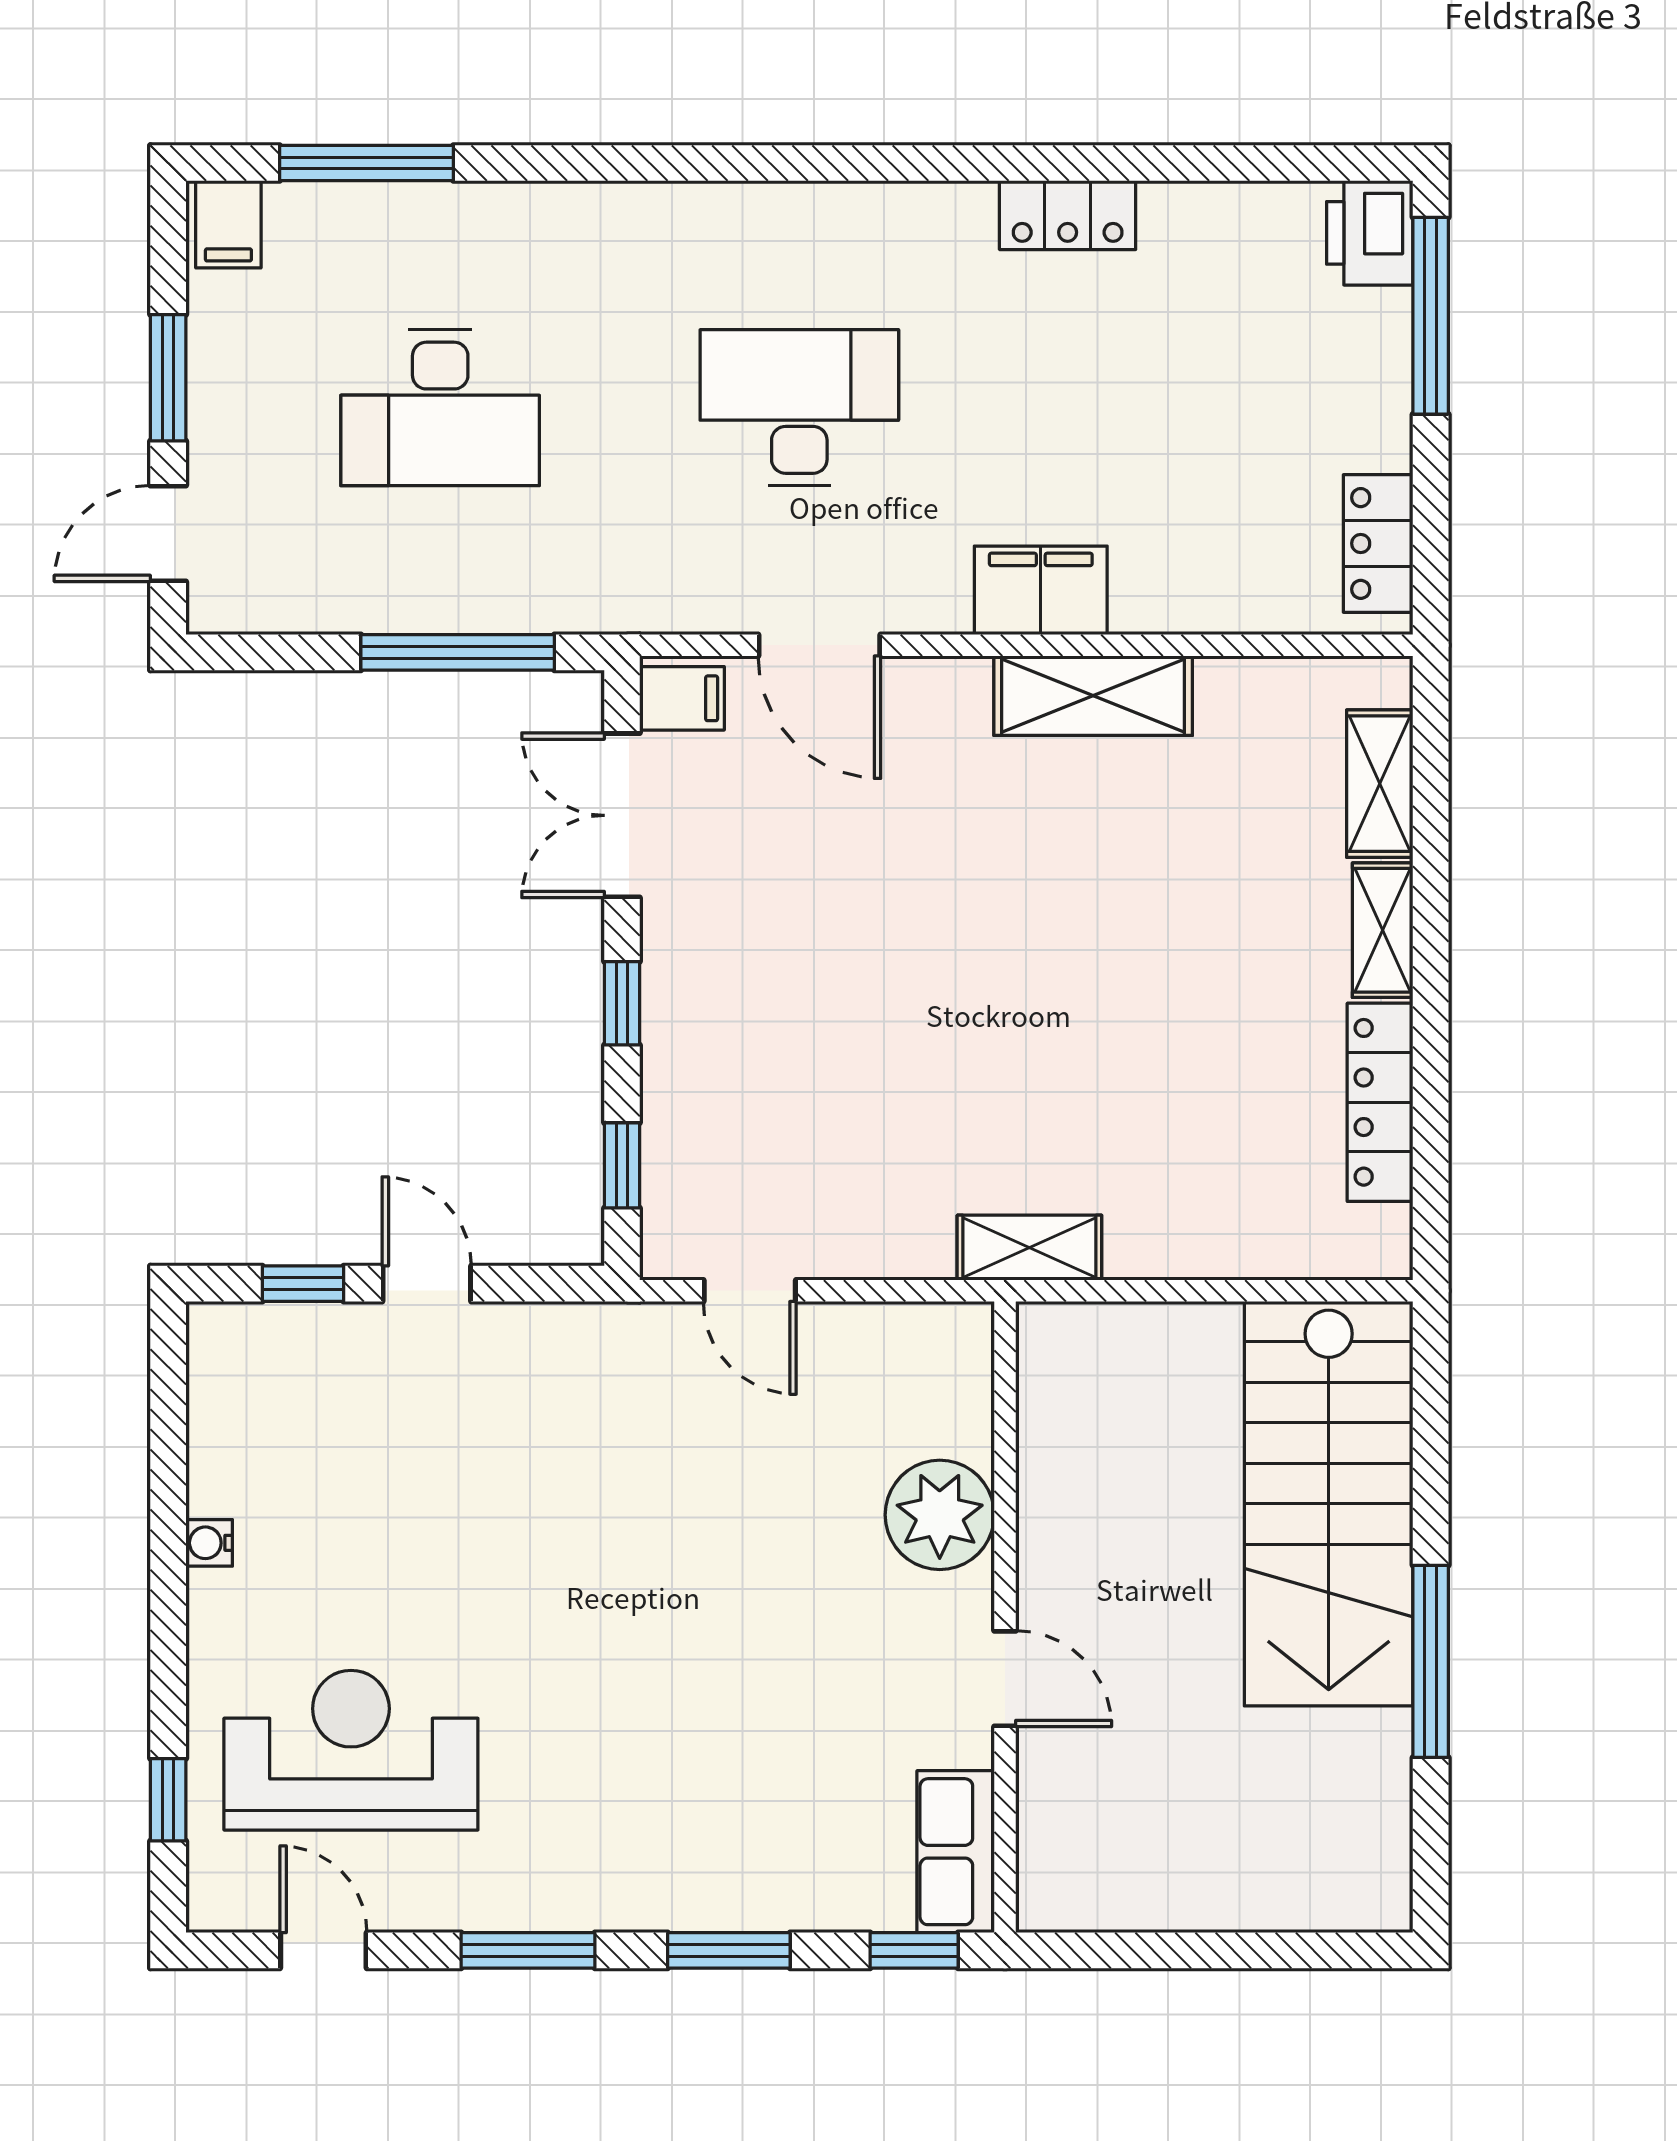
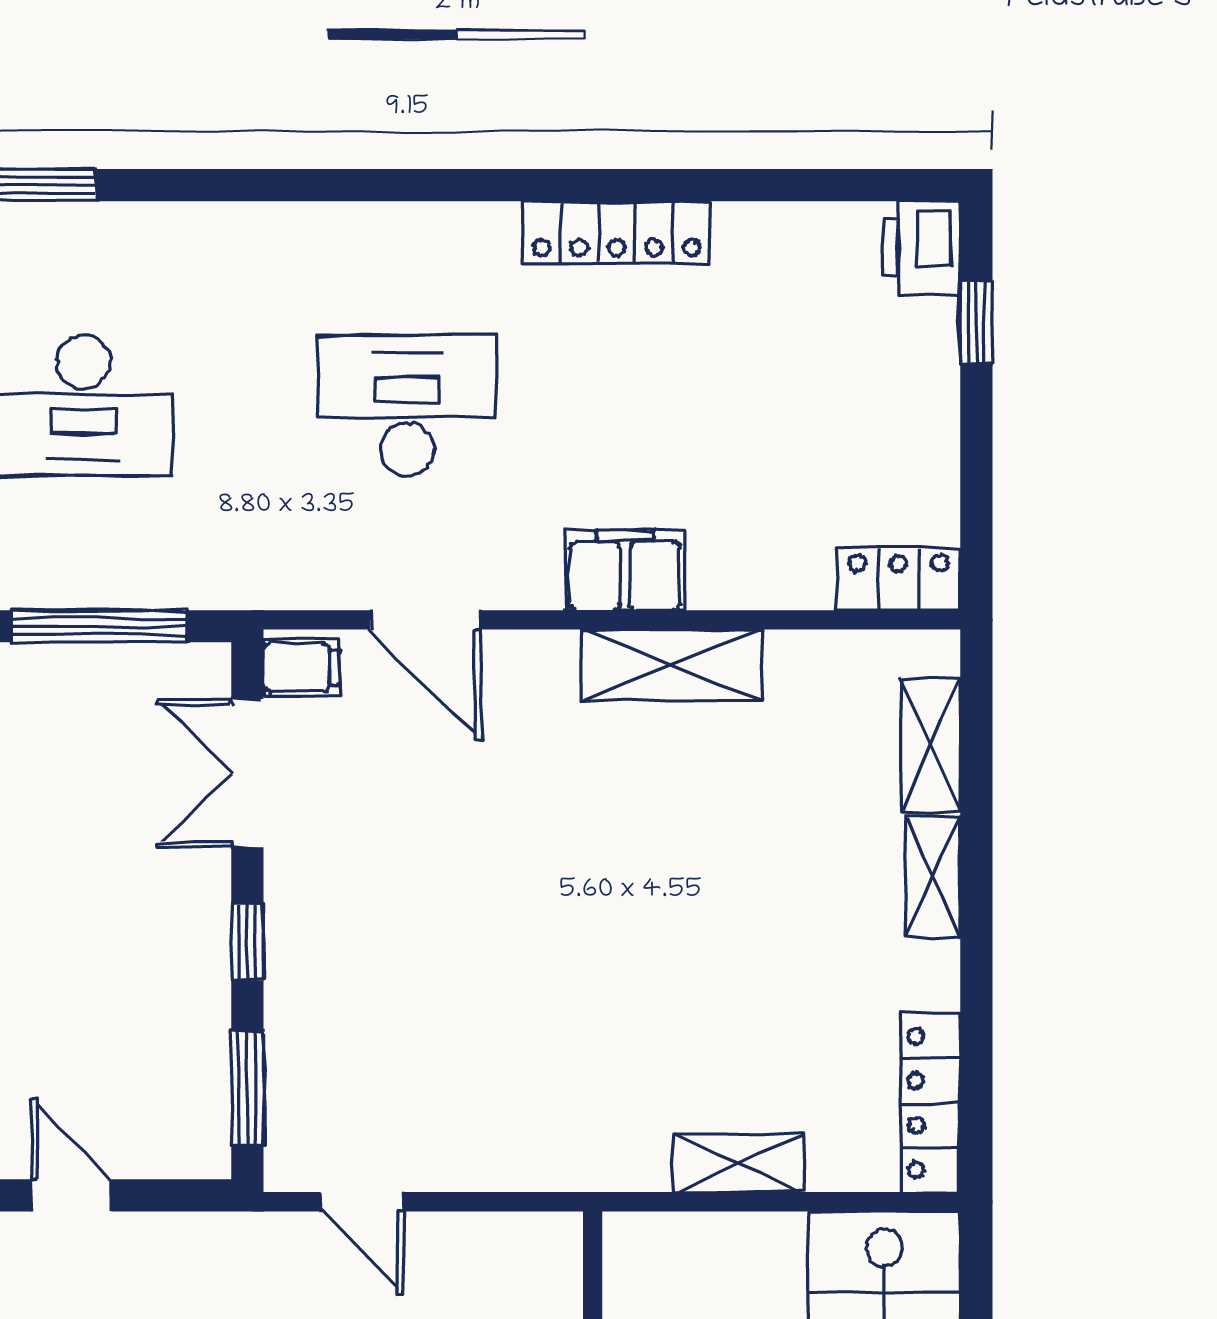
locker: (1068, 215) -> (617, 232), width x1.53
window: (1431, 316) -> (976, 323), width x0.46
locker: (1378, 543) -> (898, 579), moved, turned 90
locker: (1380, 1102) -> (931, 1103), moved
window: (622, 1165) -> (247, 1089), width x1.50
shelving: (1029, 1248) -> (739, 1163), moved

